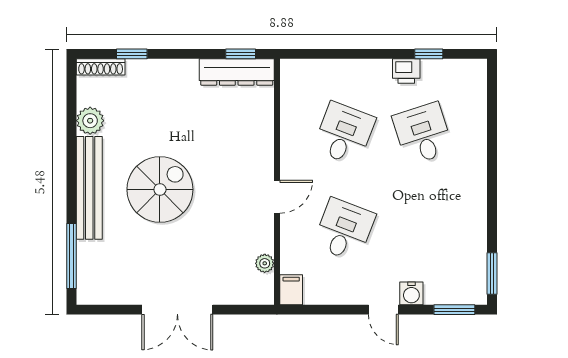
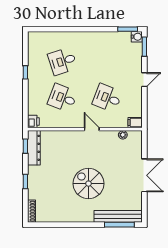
window: (132, 54) -> (25, 182), moved
window: (429, 54) -> (25, 72), moved
printer: (406, 71) -> (33, 121), moved
plant: (90, 121) -> (57, 216), removed
bench: (89, 188) -> (118, 216), moved
water cooler: (411, 293) -> (137, 37), moved

